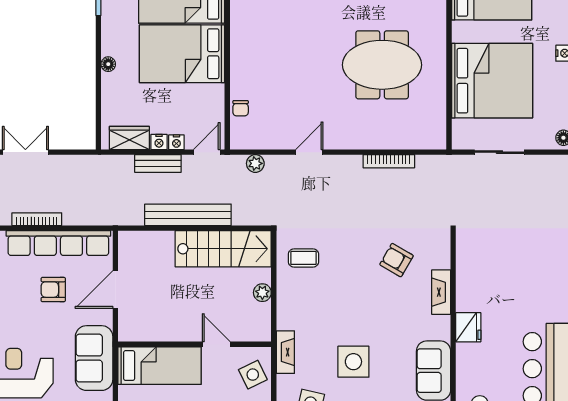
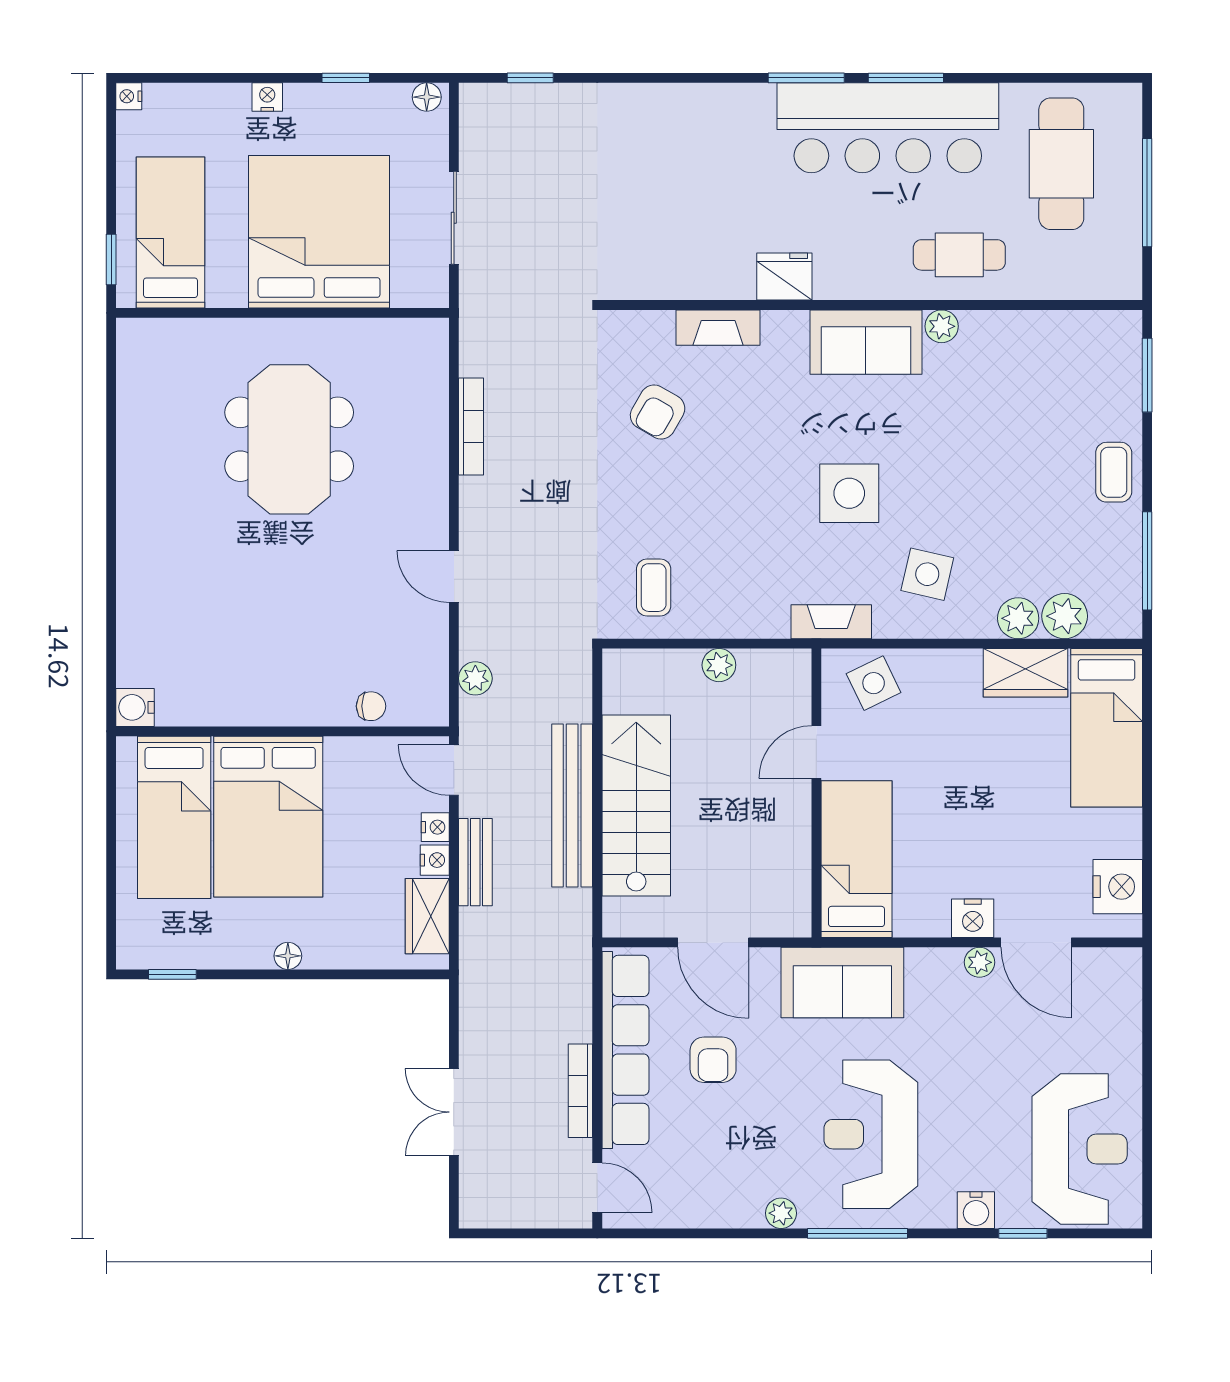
stairs: (223, 249) -> (636, 805), moved

